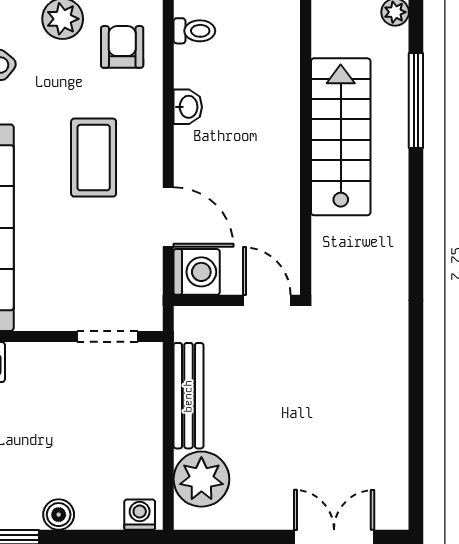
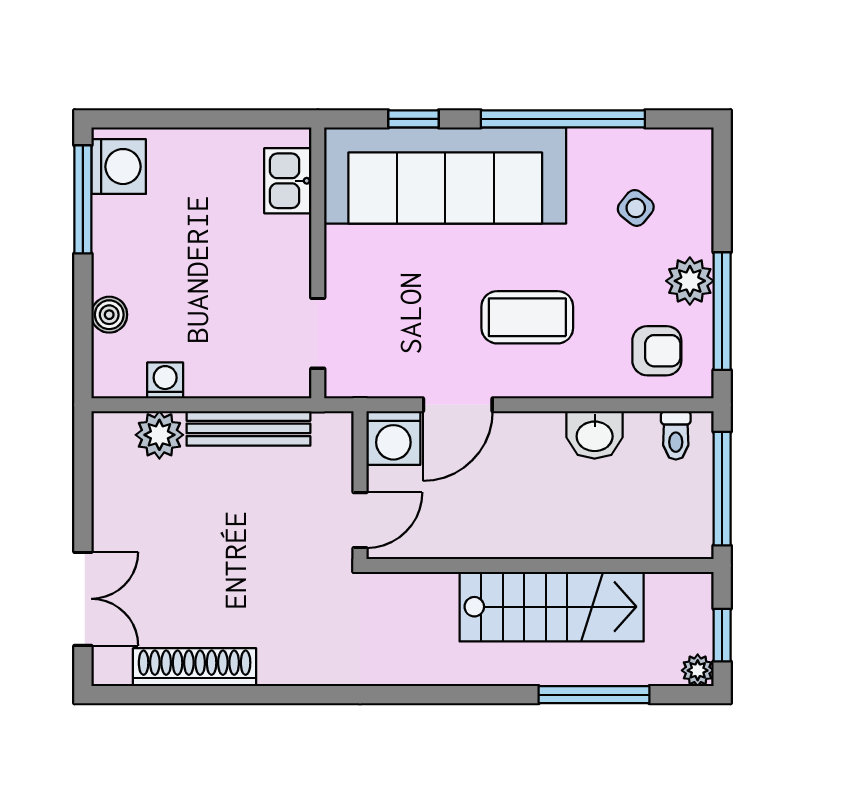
washbasin: (188, 107) -> (595, 435), width x1.38, depth x1.45
shoe rack: (392, 442) -> (195, 667), added
plant: (201, 479) -> (159, 435), width x0.73, depth x0.73
boiler: (59, 515) -> (109, 315), moved
washing machine: (140, 515) -> (165, 380), moved, turned -90

